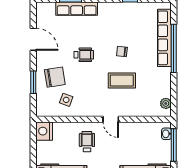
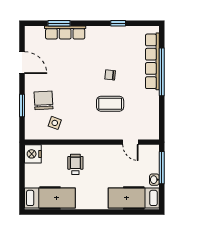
wheelchair: (84, 55) -> (72, 78), removed
chair: (55, 77) -> (43, 100), turned -84
plant: (166, 103) -> (154, 127), removed
door: (111, 119) -> (130, 142), moved
washbasin: (166, 134) -> (154, 180), moved

